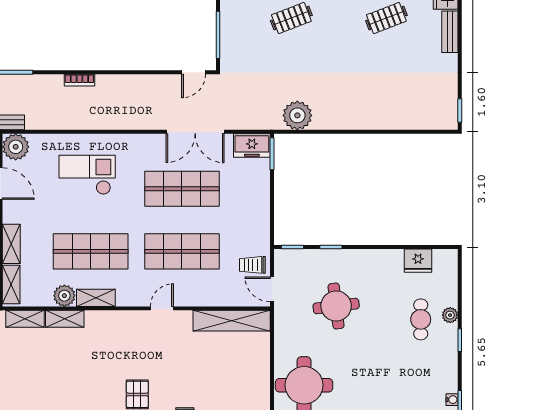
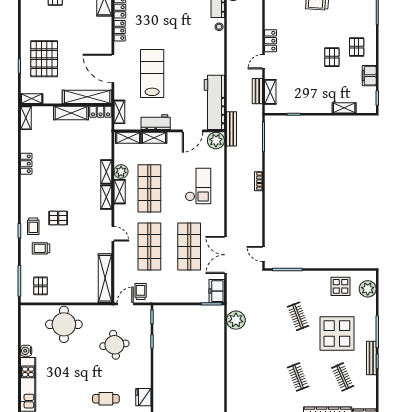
shelving: (25, 319) -> (106, 197), moved

